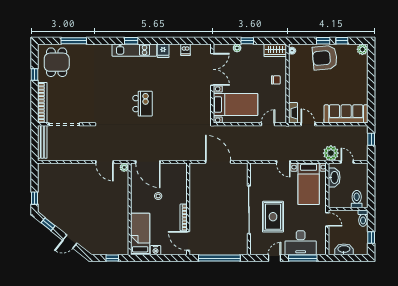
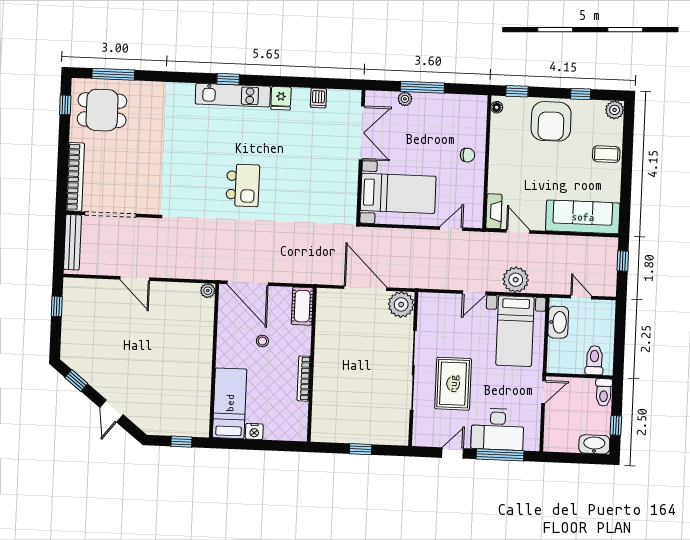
window: (74, 41) -> (113, 74), moved
window: (247, 41) -> (422, 87), width x2.17
window: (323, 41) -> (517, 91), moved
wardrobe: (275, 50) -> (469, 105), removed
armchair: (325, 58) -> (551, 121), turned -85
dining table: (57, 62) -> (102, 110), turned 90
window: (35, 74) -> (65, 105), moved
coffee table: (359, 76) -> (606, 154), added
plant: (331, 153) -> (516, 280), moved
door: (104, 162) -> (135, 278), moved
door: (283, 162) -> (474, 293), hinge flipped
plant: (240, 171) -> (401, 304), added
cot: (181, 174) -> (302, 306), added
window: (35, 198) -> (57, 306), moved
door: (327, 219) -> (544, 392), hinge flipped
door: (188, 241) -> (310, 418), removed
door: (70, 242) -> (111, 411), hinge flipped
washbasin: (344, 249) -> (594, 444), moved
window: (219, 258) -> (361, 449), width x0.32

